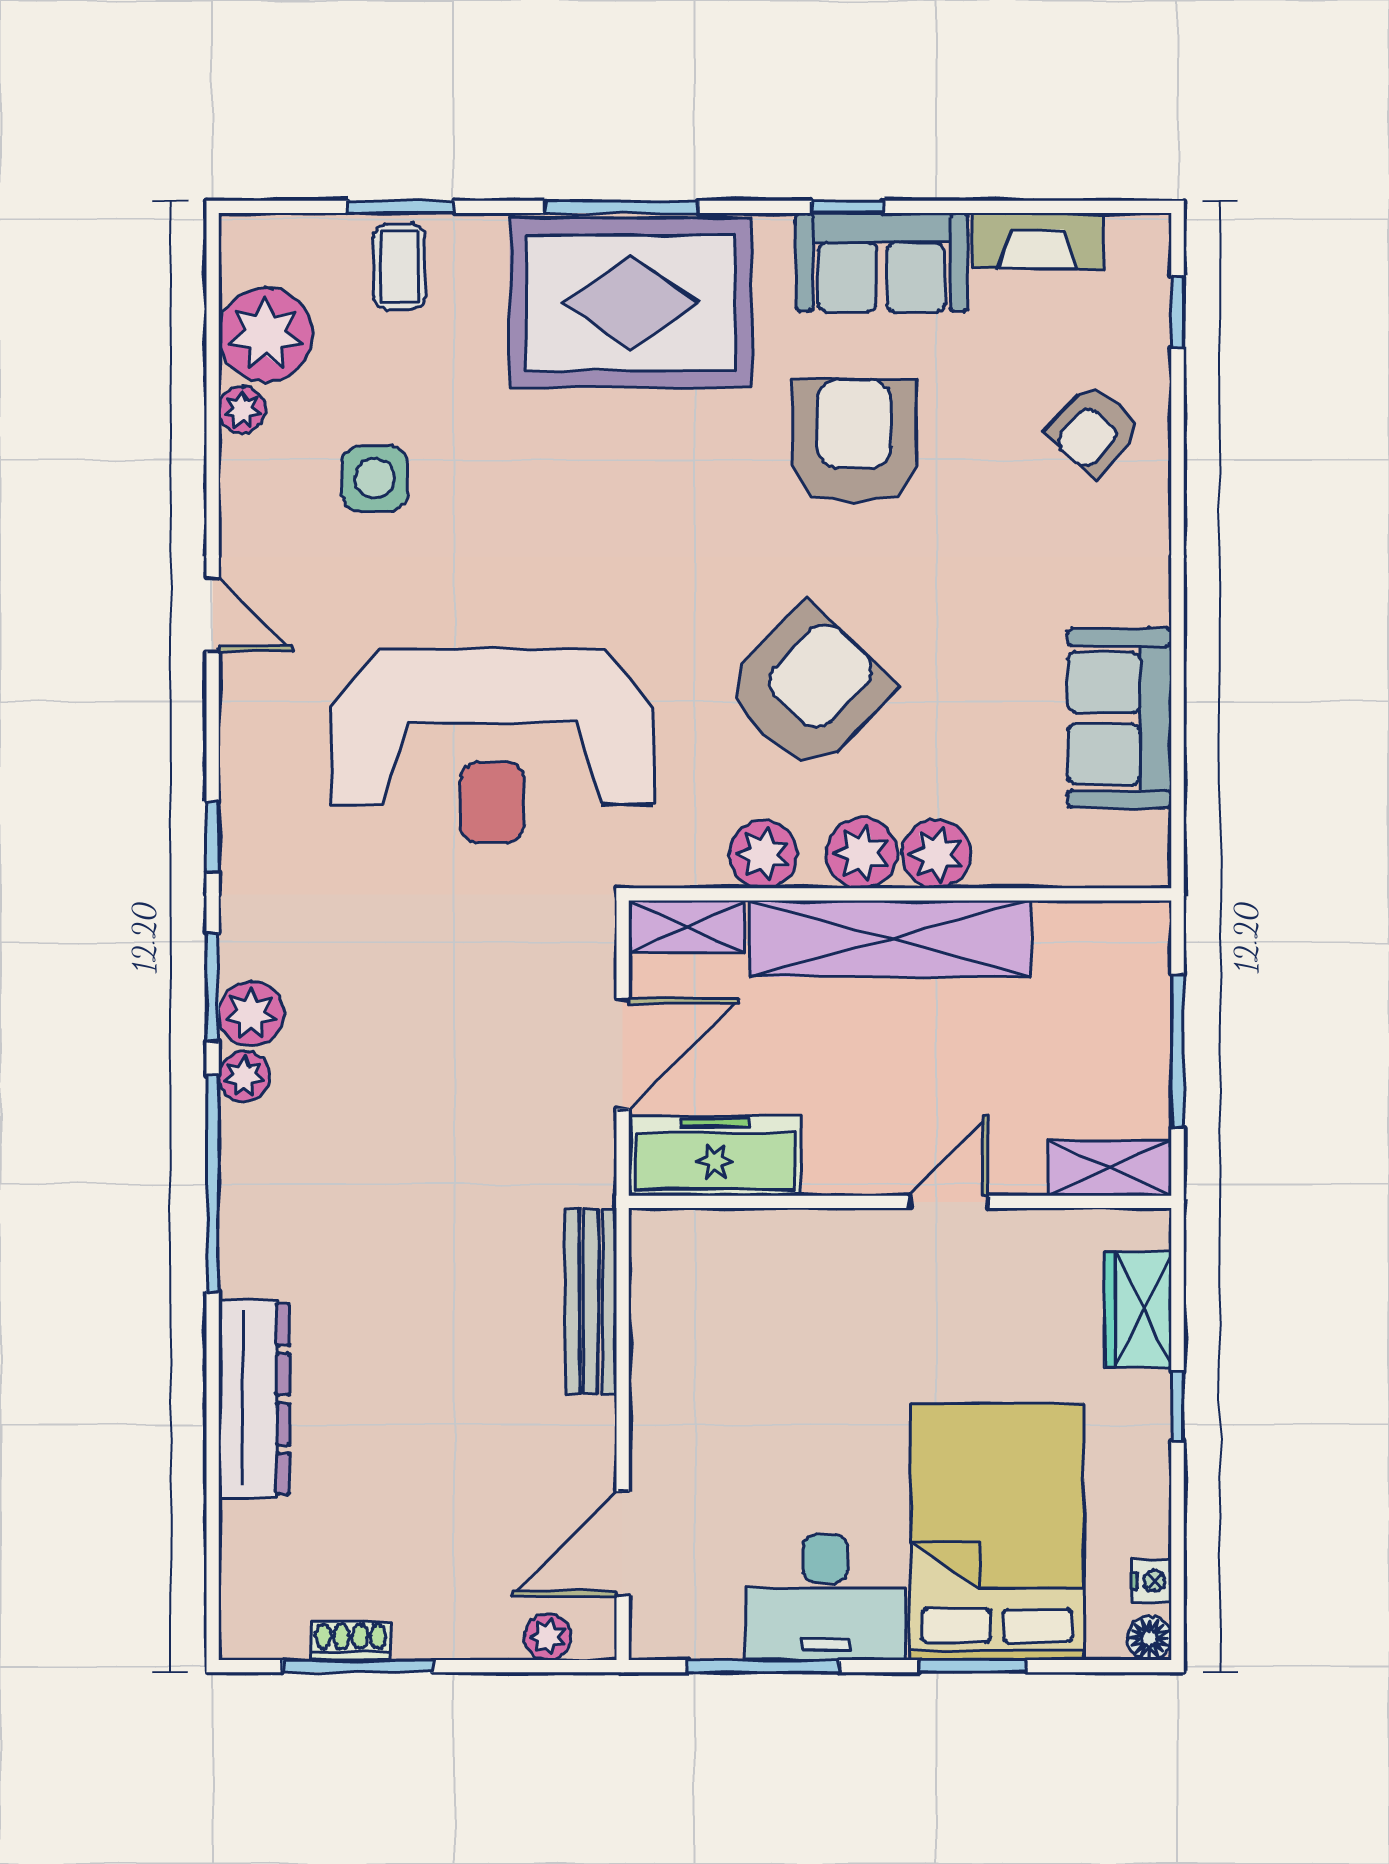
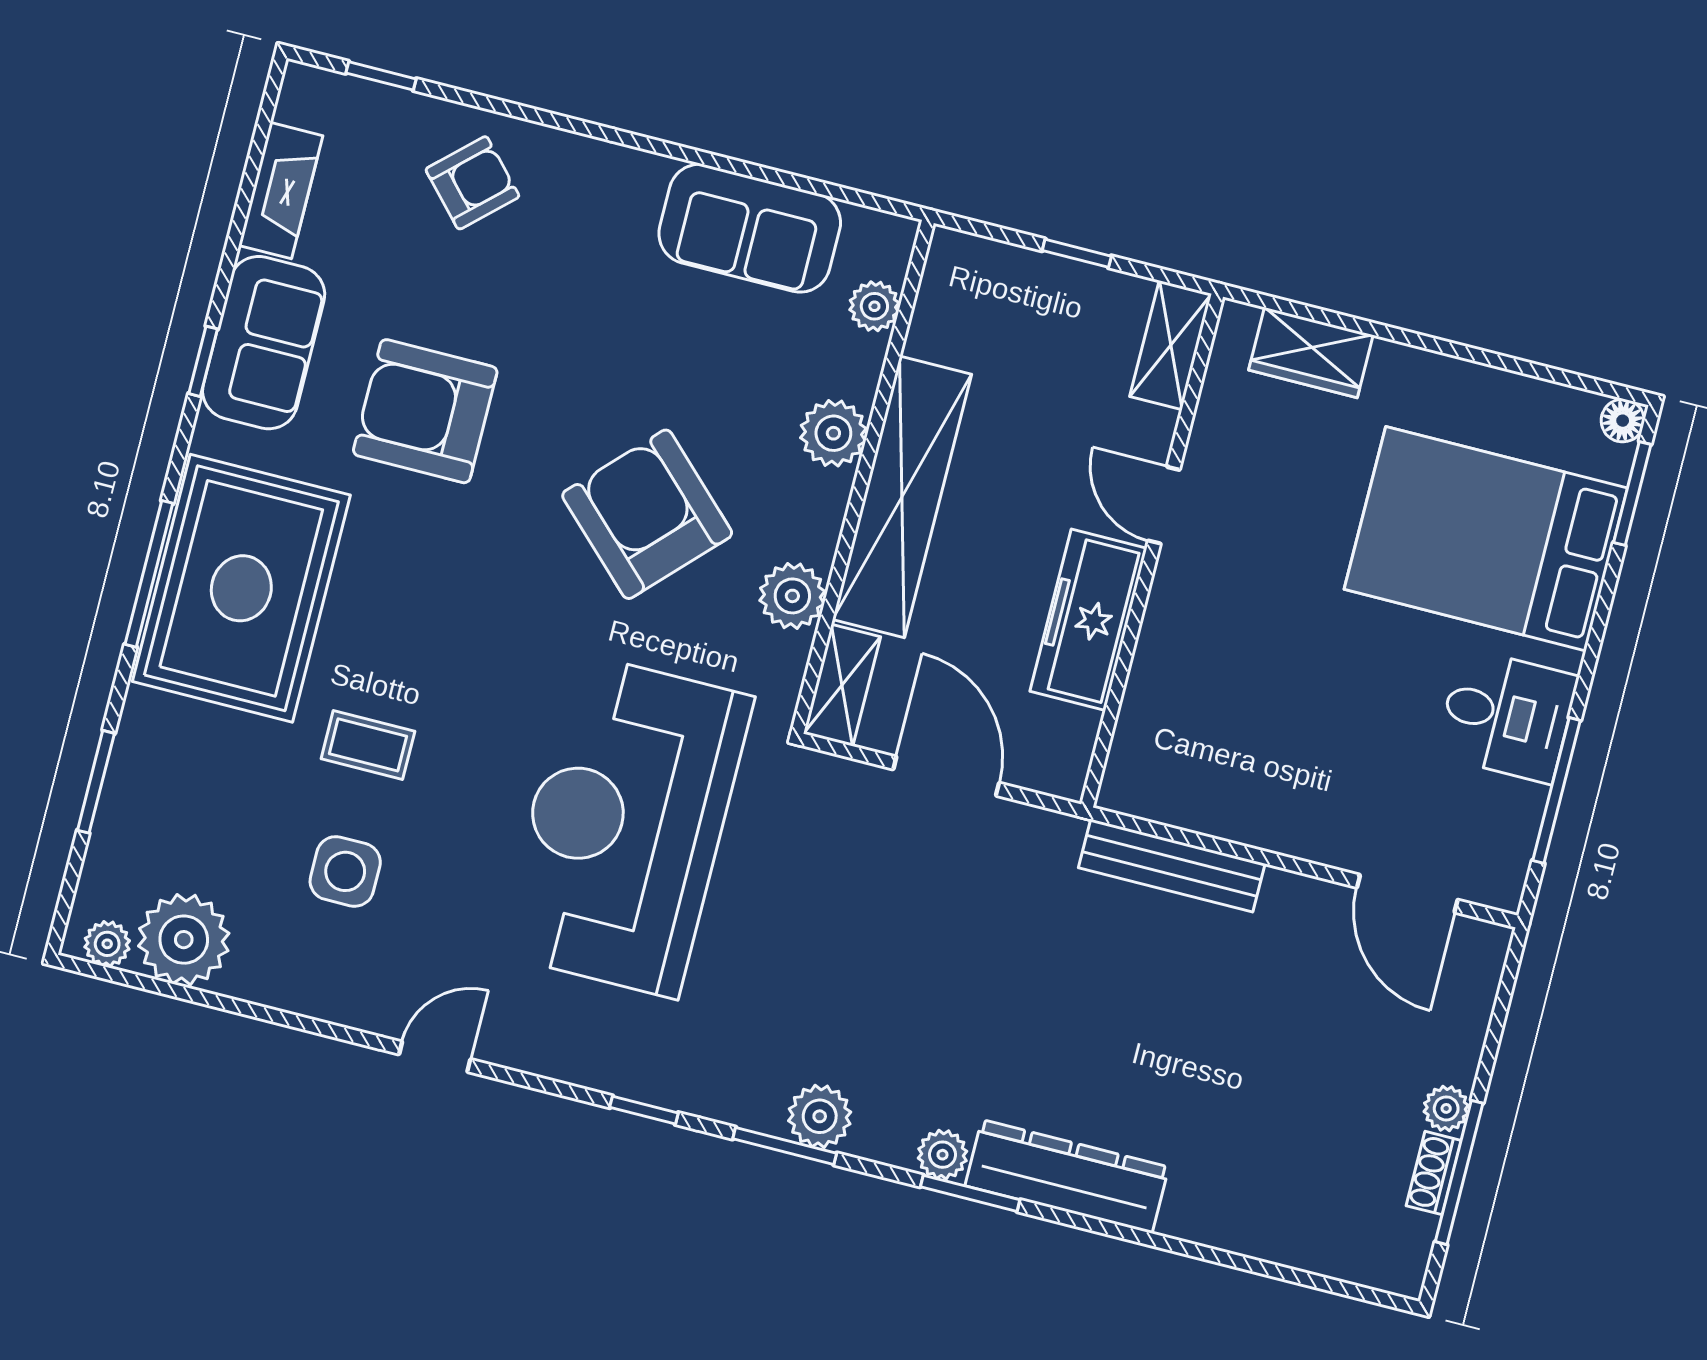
coffee table: (399, 267) -> (368, 745), moved
plant: (242, 410) -> (107, 944), moved
armchair: (1094, 430) -> (472, 183), turned -86
reception desk: (492, 746) -> (625, 825), turned 180
plant: (862, 853) -> (874, 306), moved, width x0.73, depth x0.73
window: (1178, 1051) -> (1077, 253), width x0.46
plant: (244, 1077) -> (943, 1155), moved
freezer: (715, 1156) -> (1088, 620), moved
window: (213, 1184) -> (970, 1193), width x0.47
dresser: (254, 1399) -> (1067, 1176), moved
window: (1178, 1407) -> (1411, 339), removed
nightstand: (1151, 1581) -> (1569, 405), removed
desk: (826, 1598) -> (1507, 716), width x0.73
plant: (548, 1637) -> (1446, 1108), moved
window: (973, 1666) -> (1632, 493), moved

